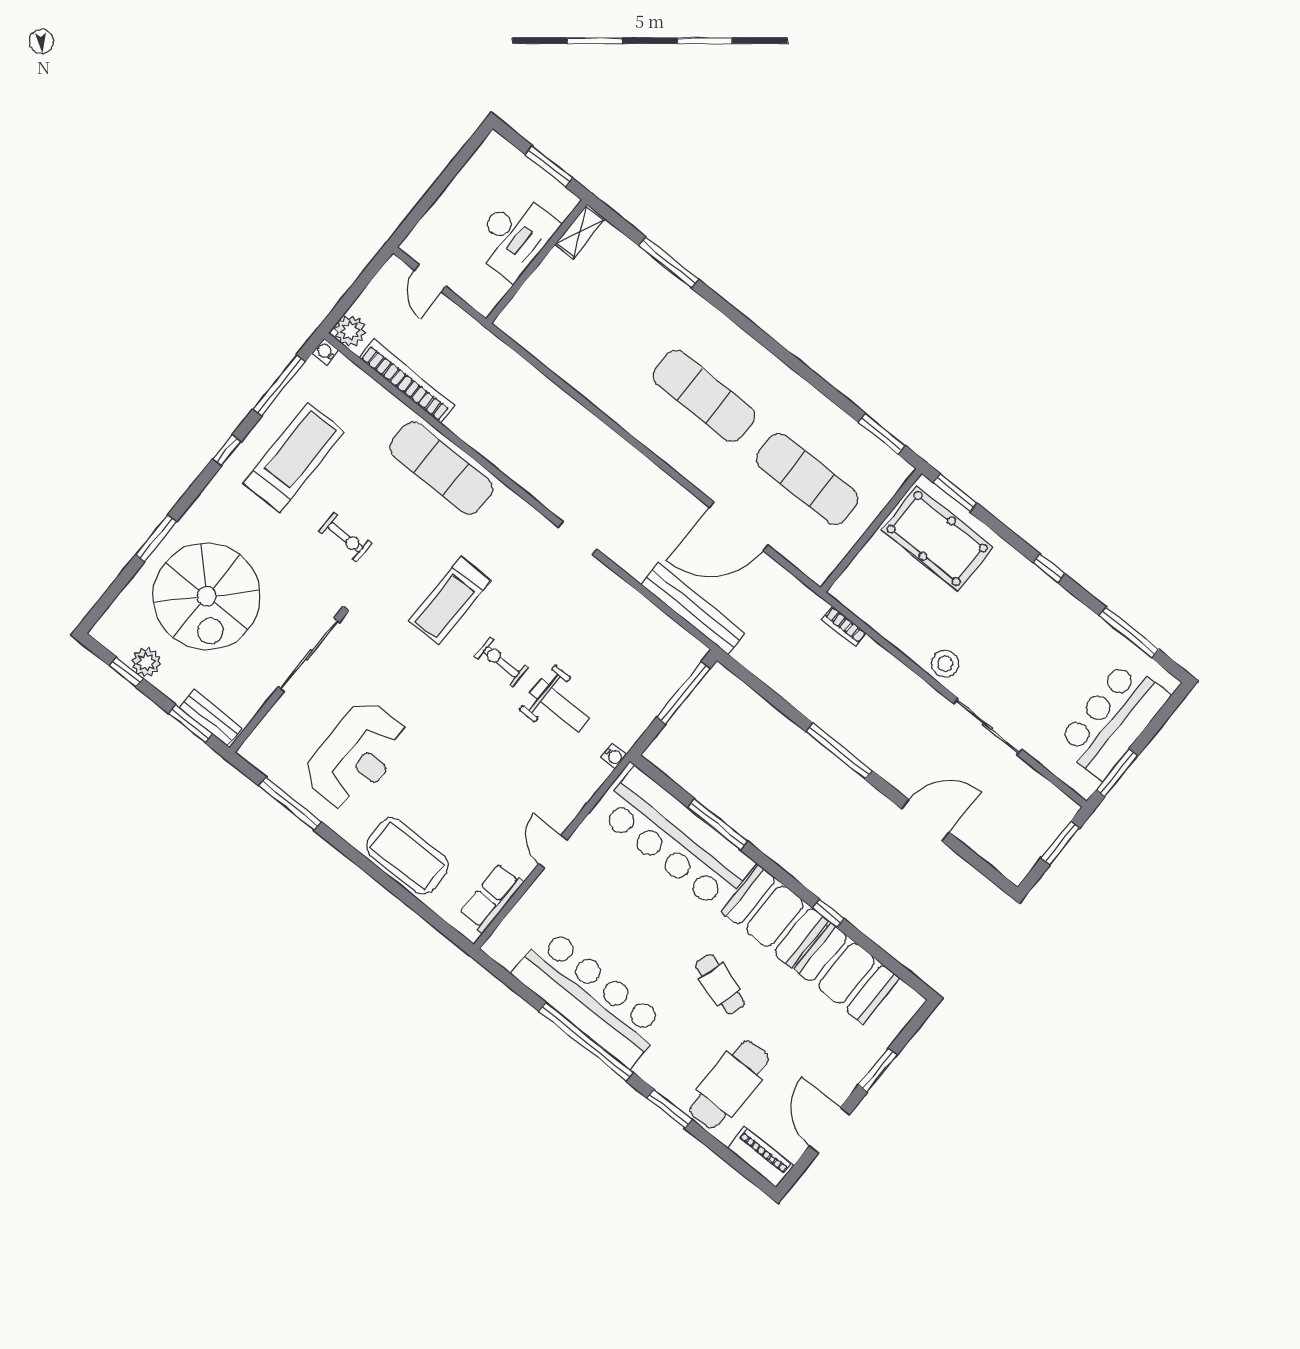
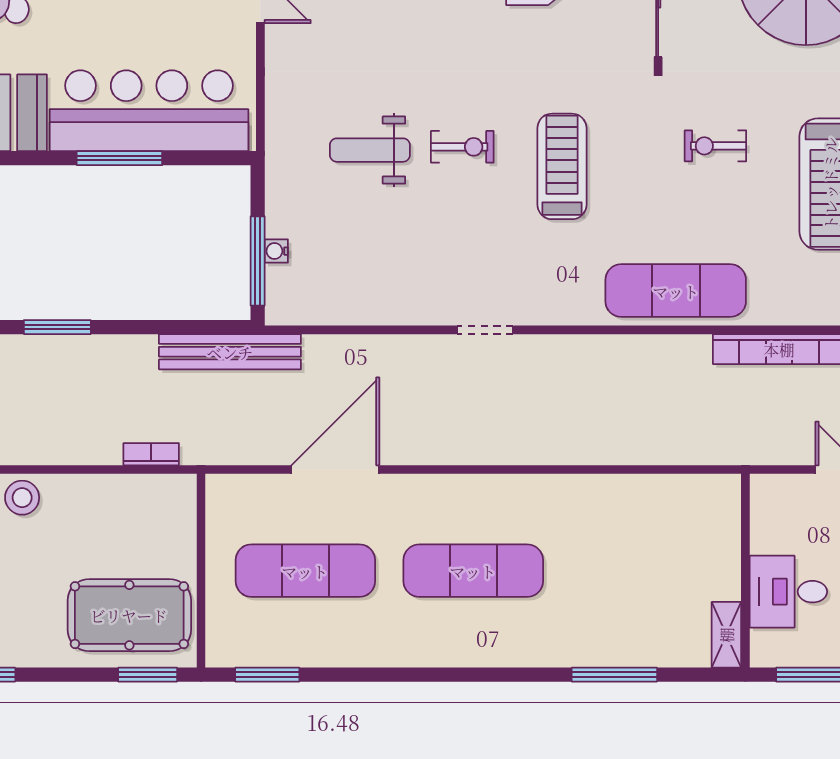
desk: (514, 236) -> (788, 592), width x0.73
bench: (693, 609) -> (230, 352), moved
window: (839, 751) -> (57, 327), width x0.69
water cooler: (614, 756) -> (276, 251), moved

